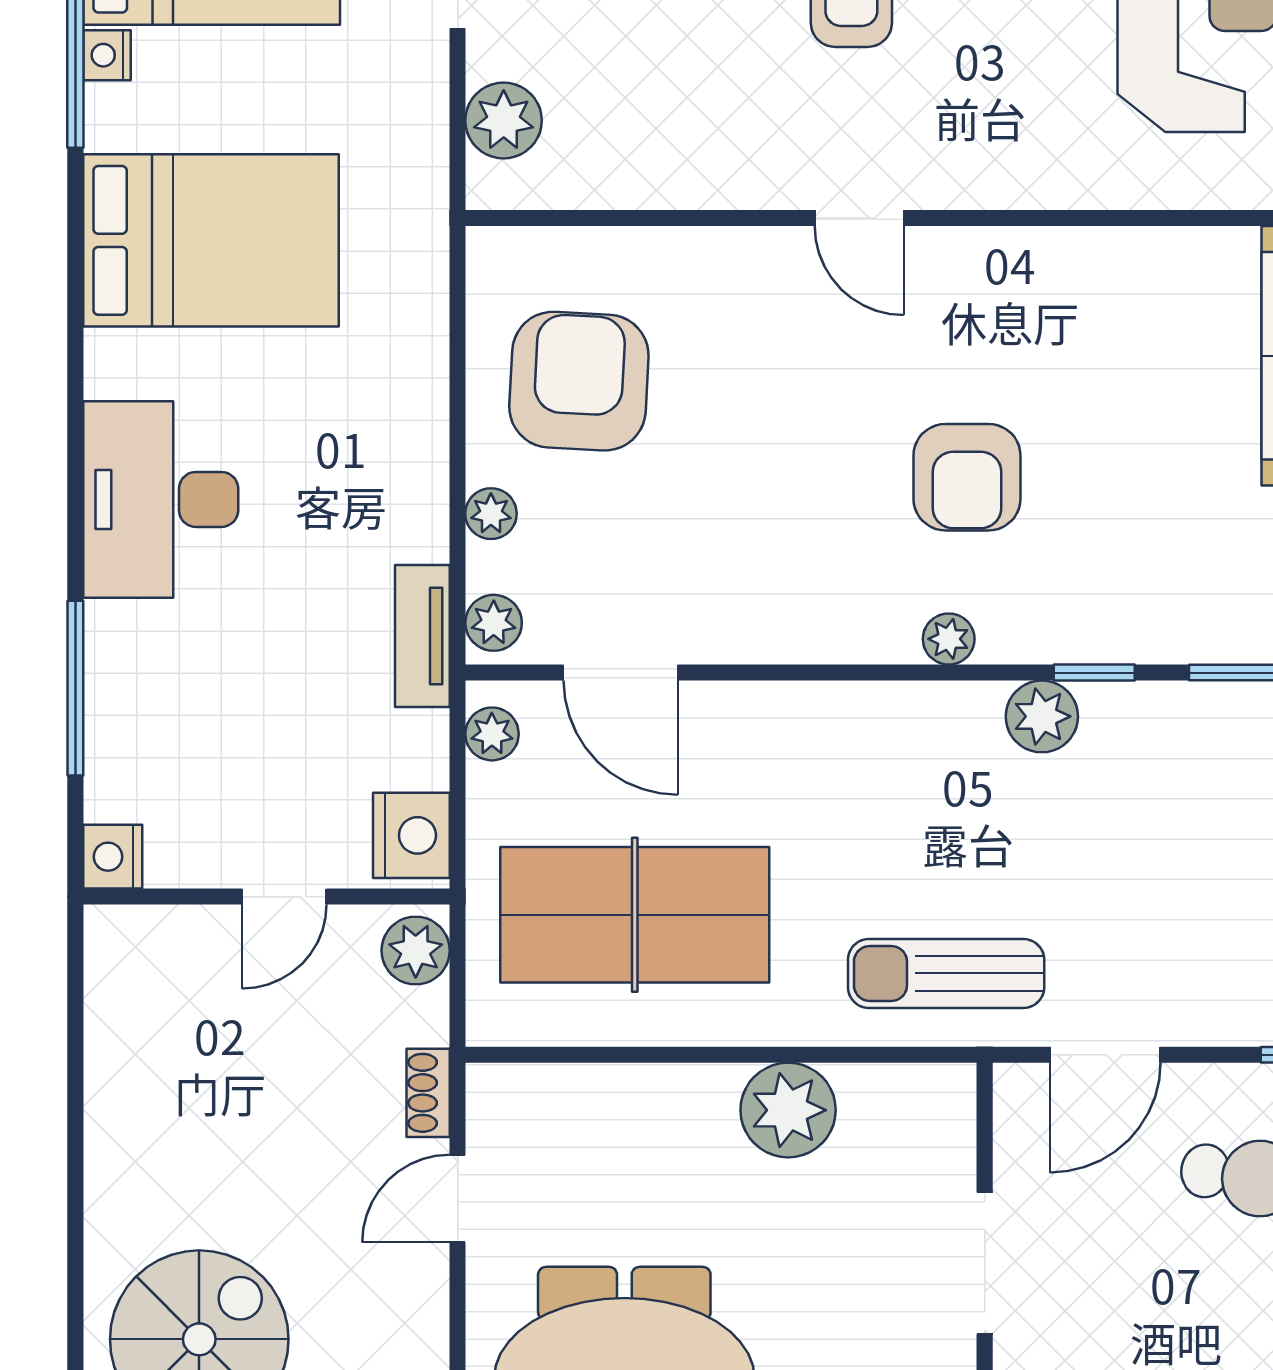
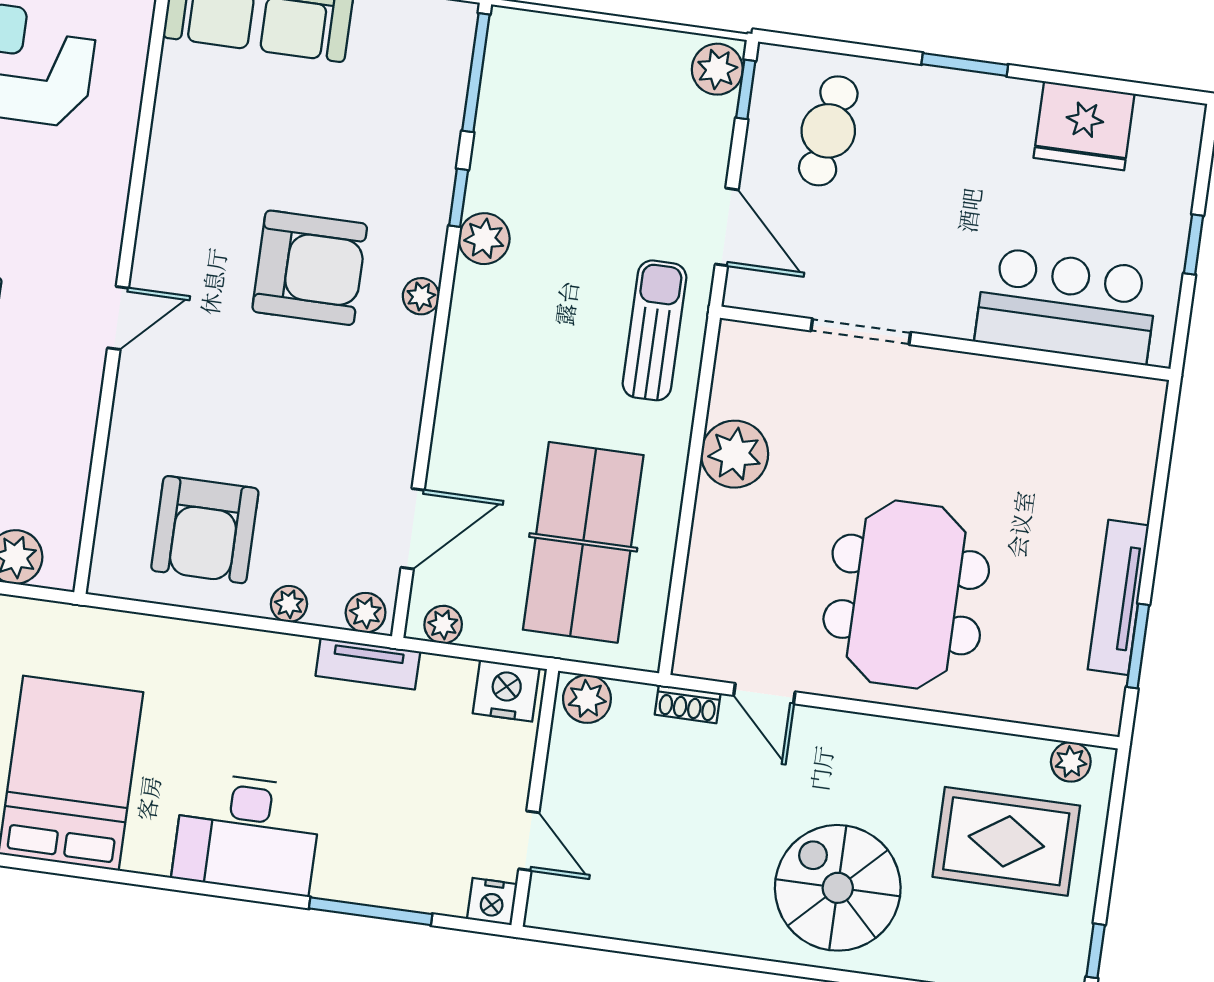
armchair: (579, 381) -> (205, 530), turned -93
armchair: (967, 477) -> (310, 268), width x1.36, depth x1.36
door: (284, 897) -> (529, 841), moved
sun lounger: (946, 973) -> (654, 330), turned 180

